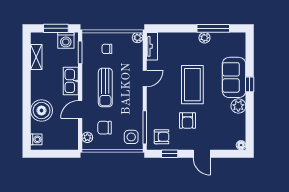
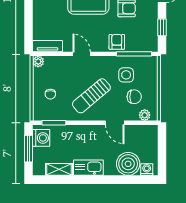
kitchen sink: (71, 81) -> (88, 168), moved, turned 180
sun lounger: (105, 87) -> (91, 96), turned 140
boiler: (41, 110) -> (128, 164), moved
chair: (105, 128) -> (134, 97), turned -90
side table: (131, 137) -> (126, 75), moved
armchair: (162, 137) -> (117, 42), moved

